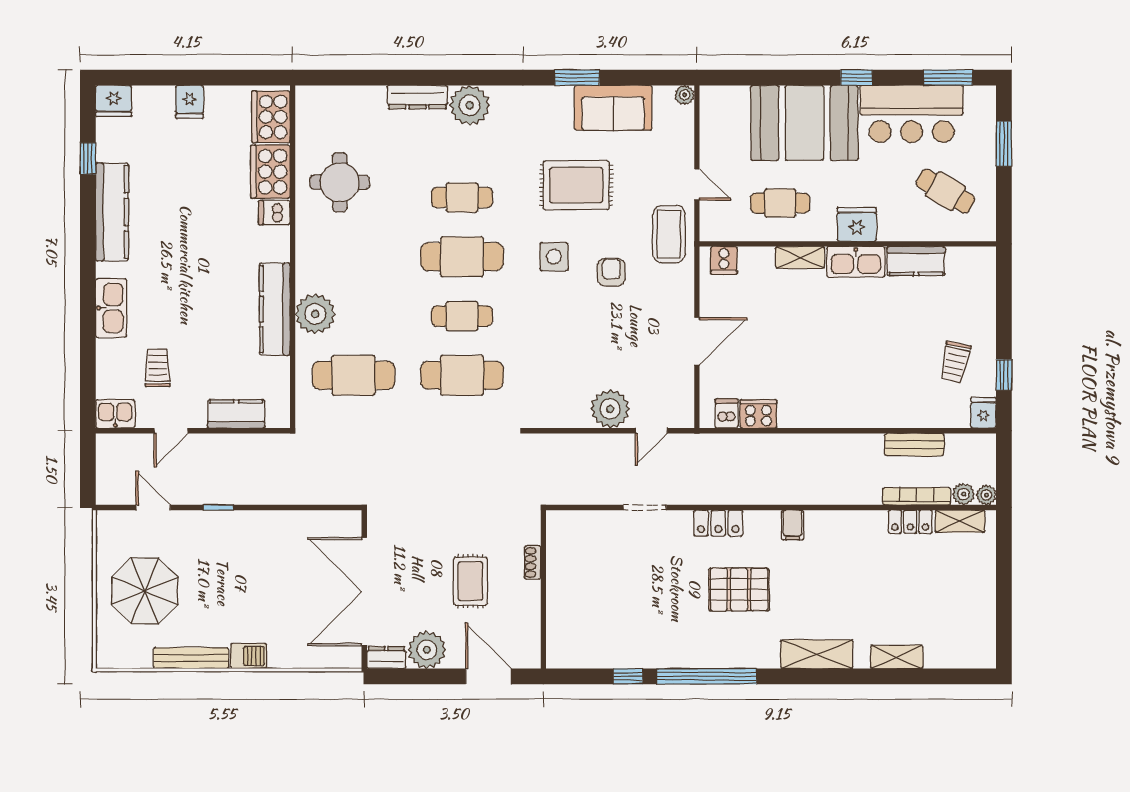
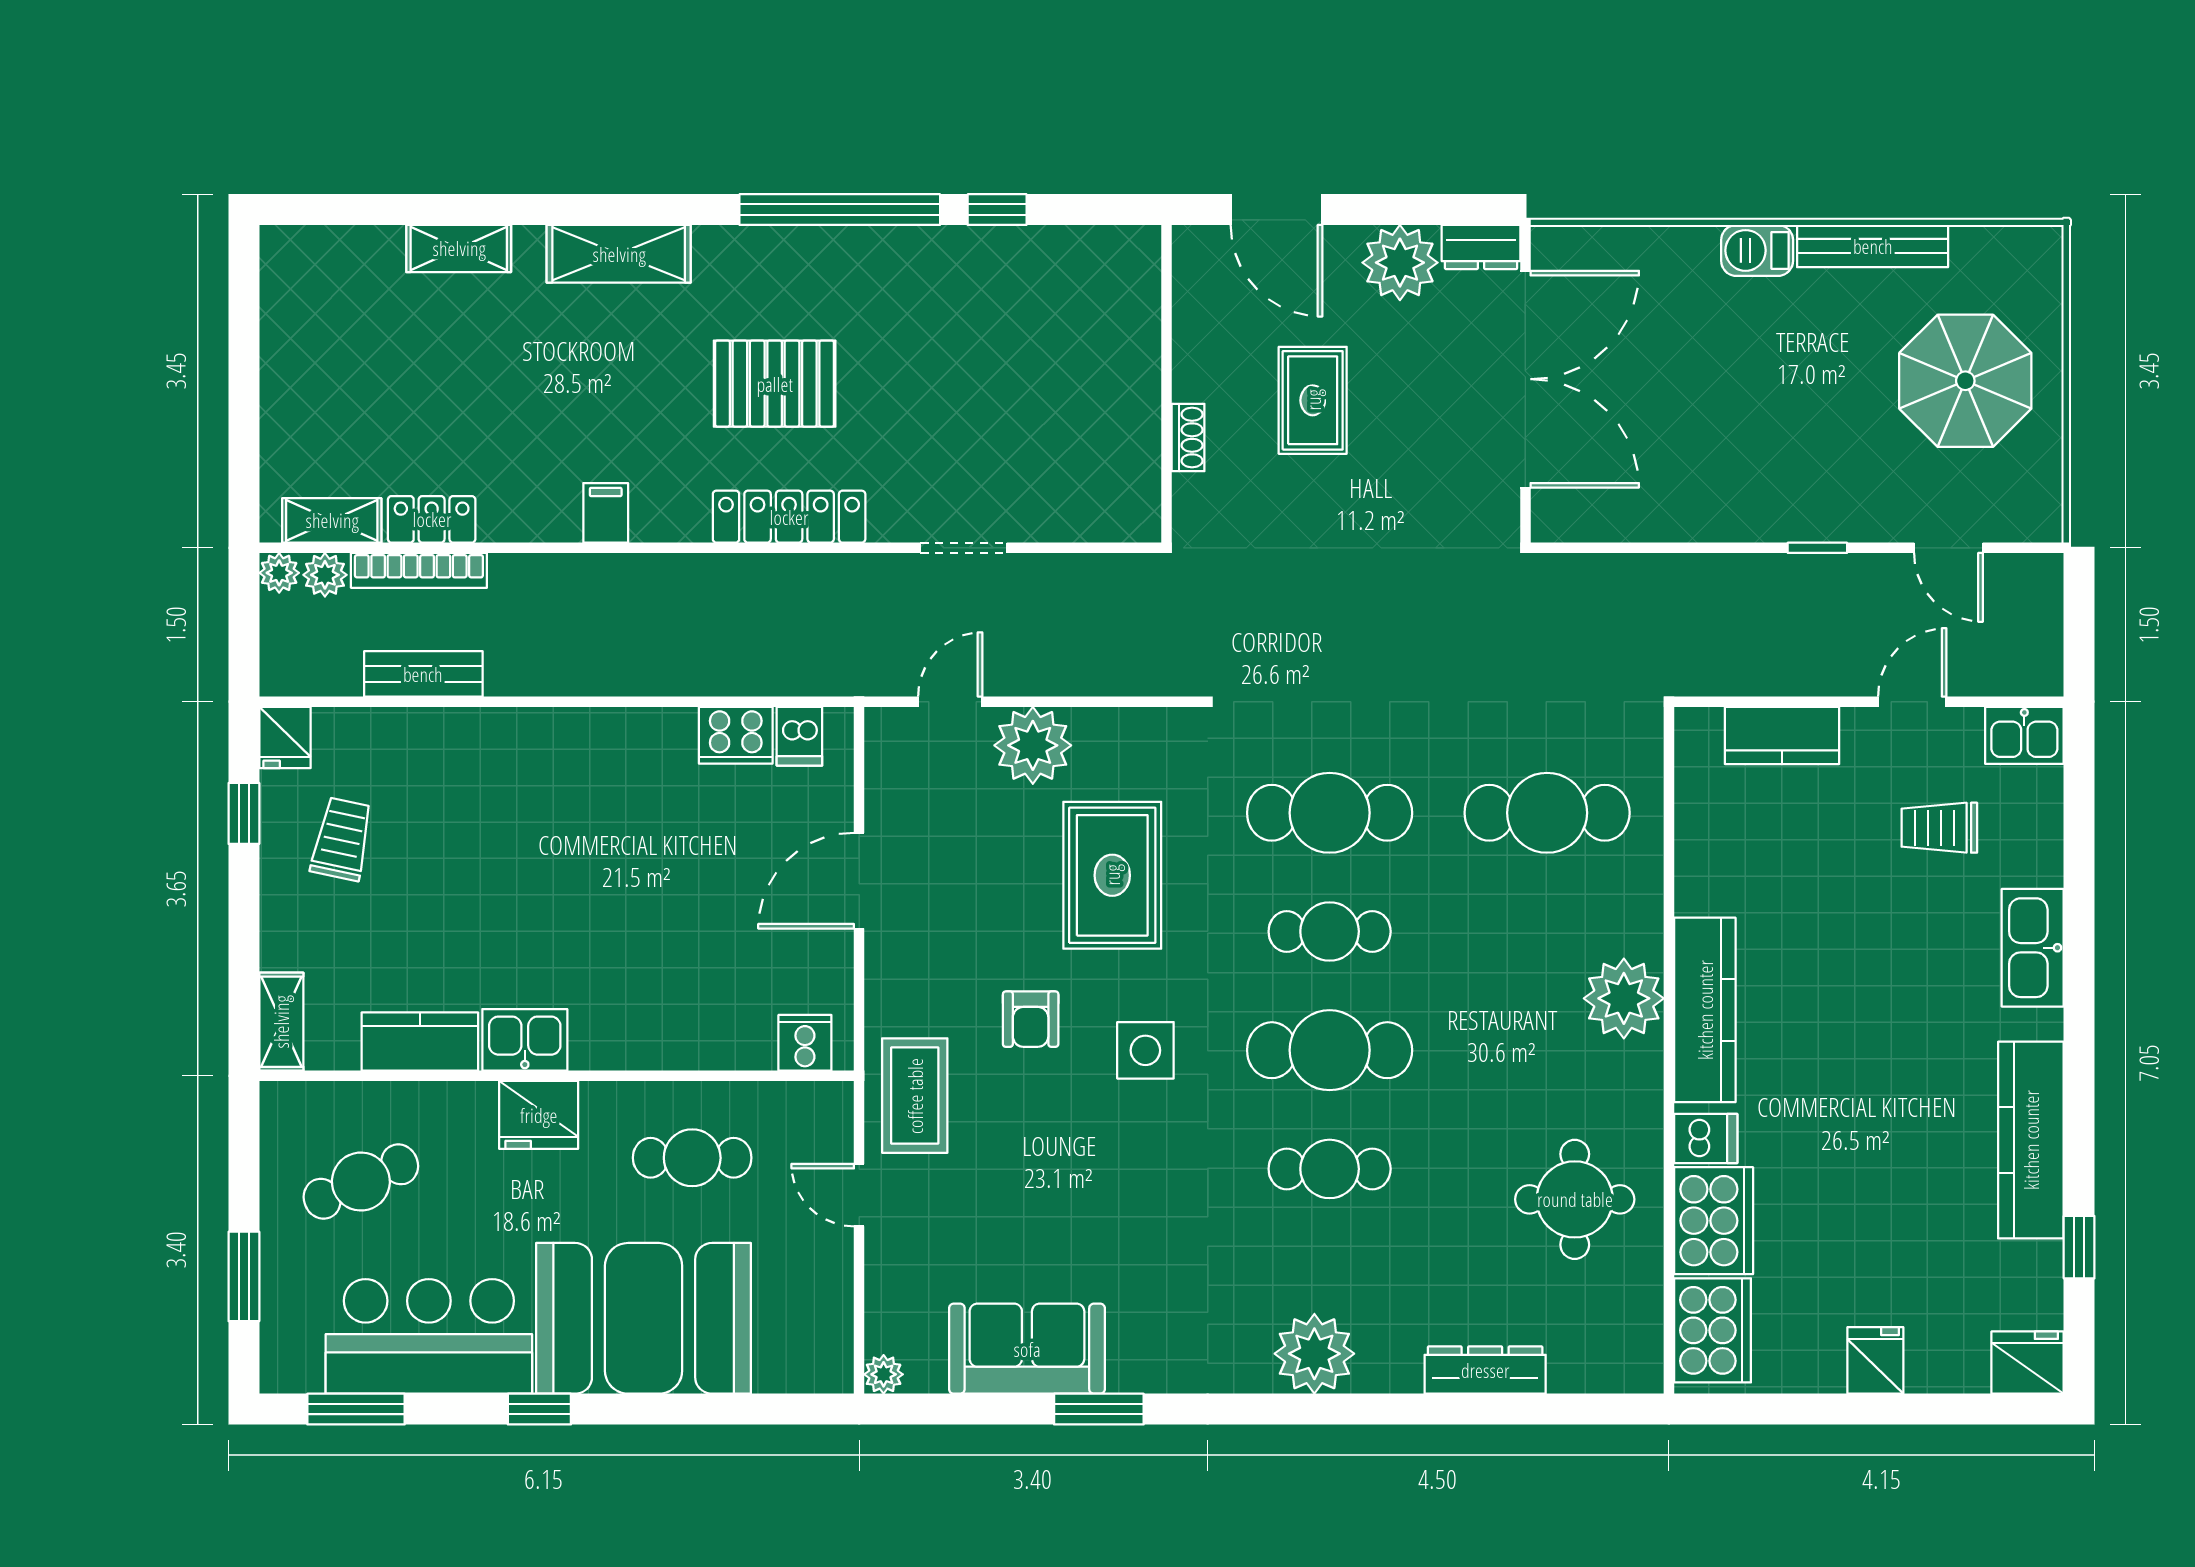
dresser: (417, 97) -> (1485, 1370), moved
rug: (576, 185) -> (1112, 875), moved, turned 90
cafe table: (946, 191) -> (361, 1182), turned -54
shelving: (800, 258) -> (281, 1022), moved, turned 90
kitchen sink: (856, 262) -> (525, 1040), width x0.73
kitchen counter: (275, 309) -> (1705, 1010), moved
plant: (315, 314) -> (1624, 998), moved
trolley: (158, 368) -> (1939, 828), turned 90
locker: (718, 523) -> (789, 517), width x1.53
filing cabinet: (793, 525) -> (606, 513), moved

